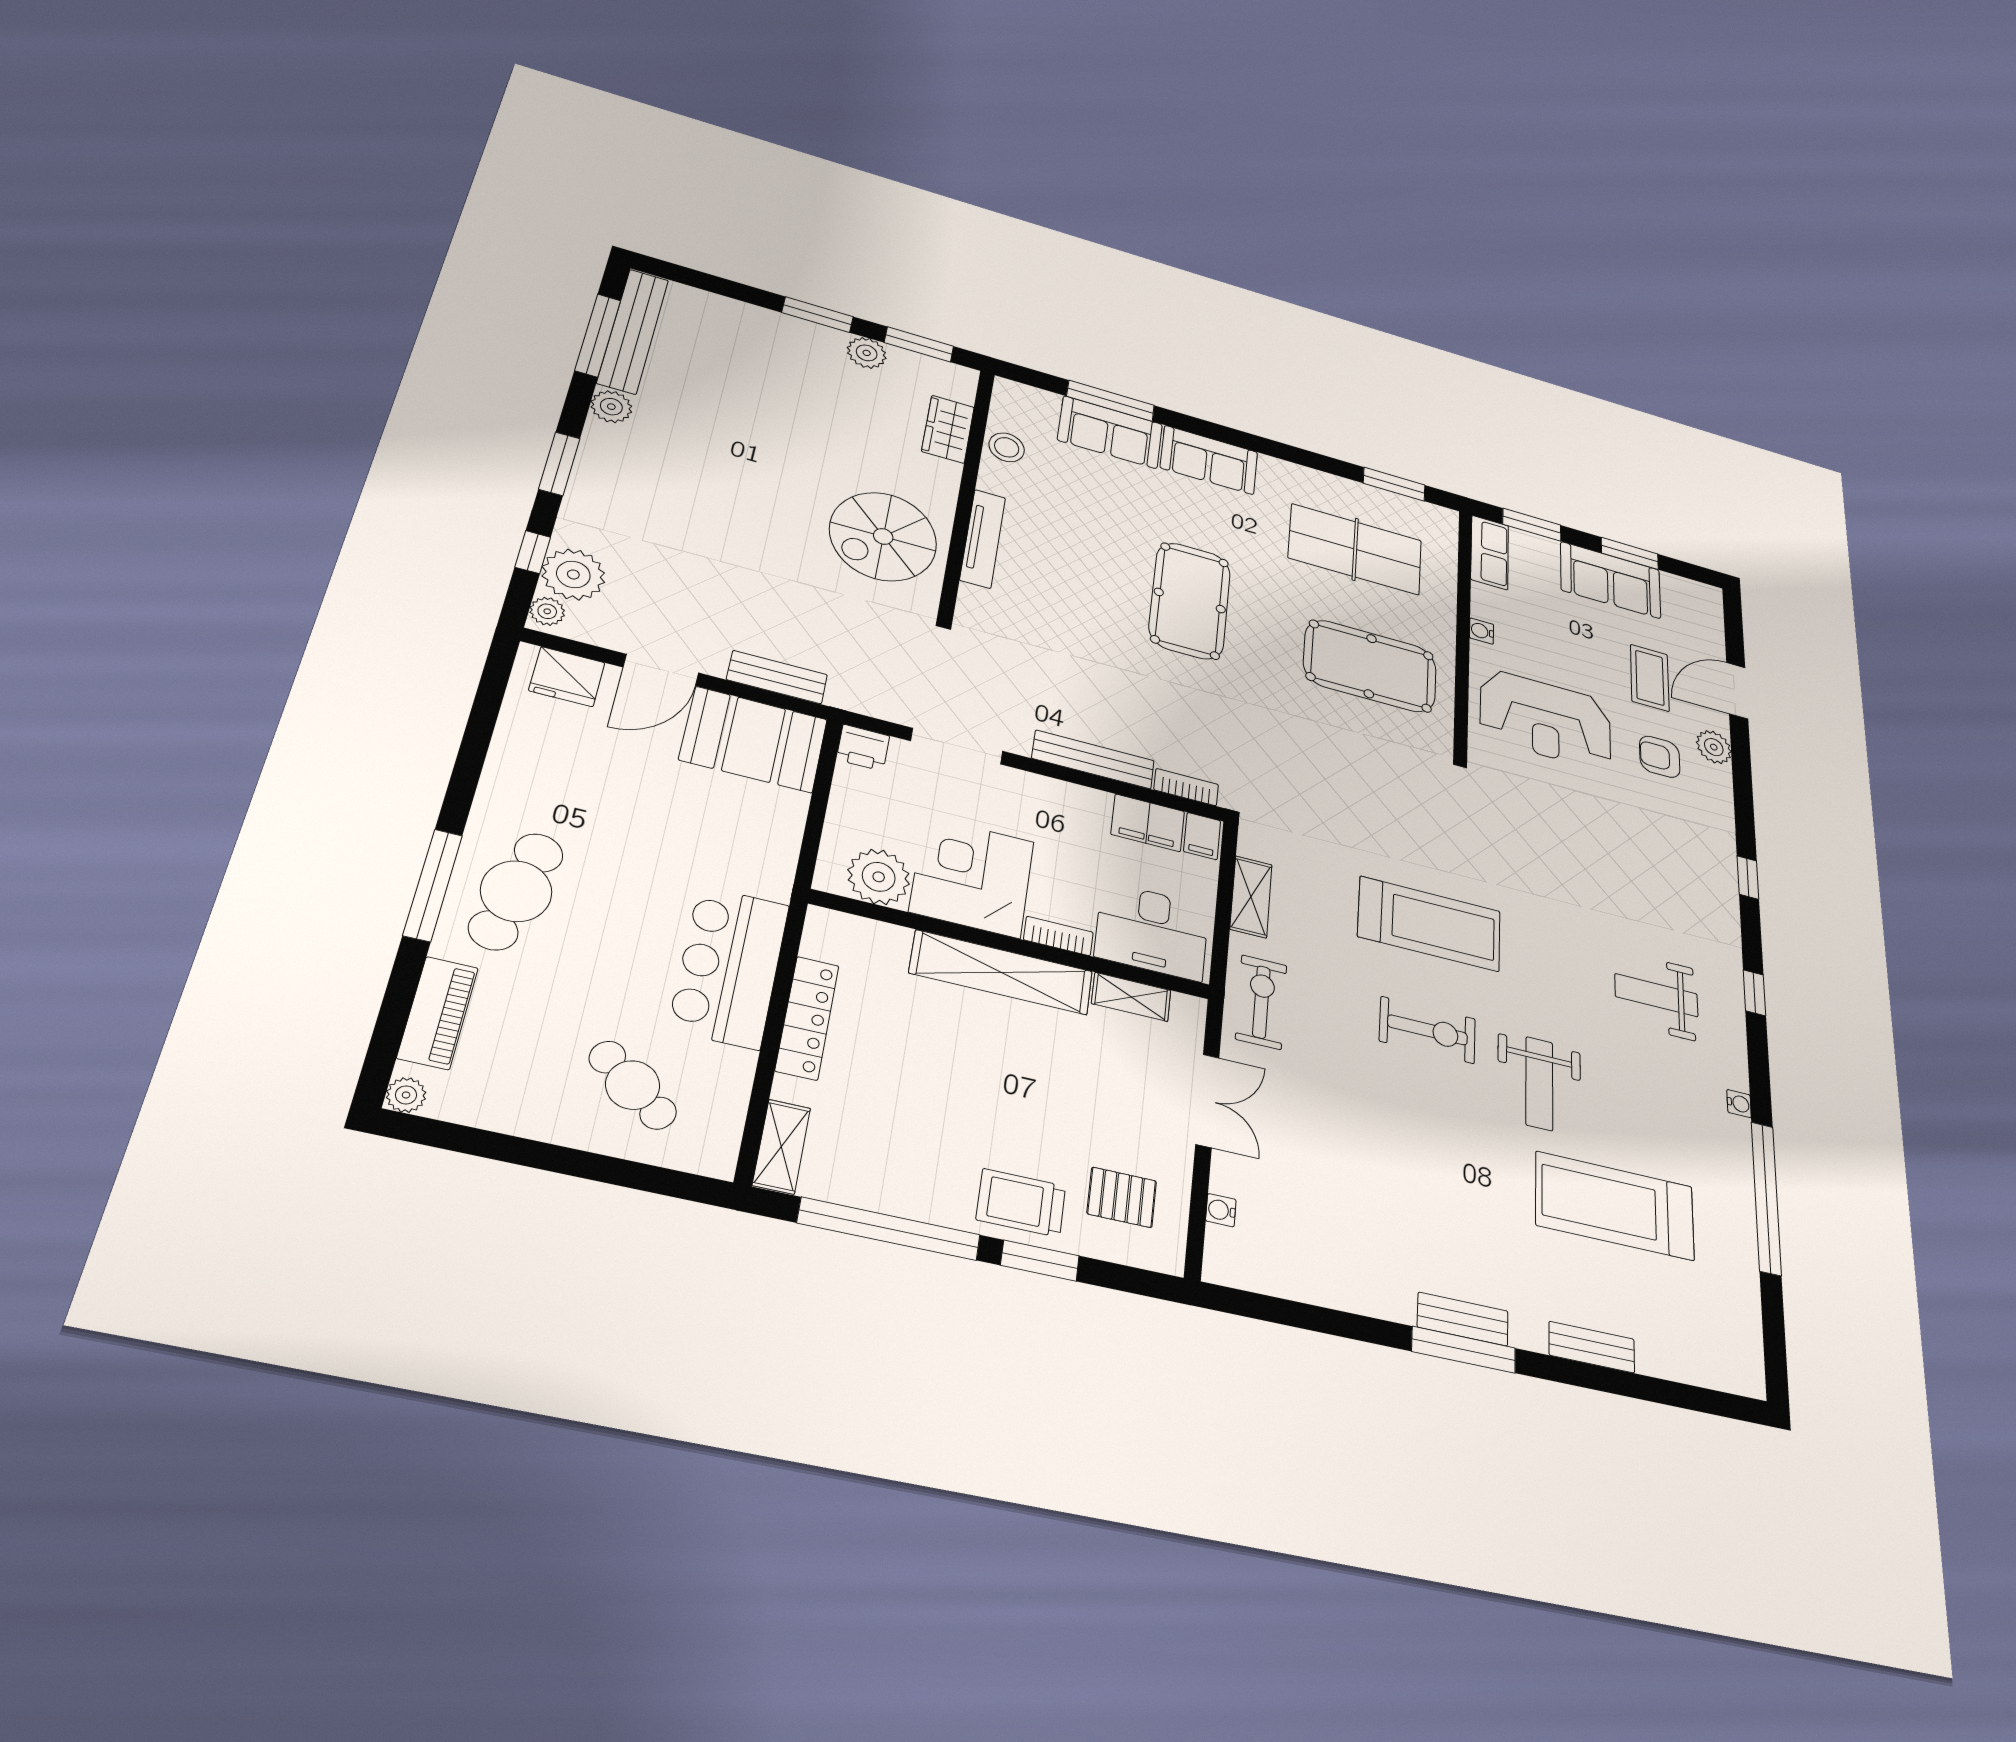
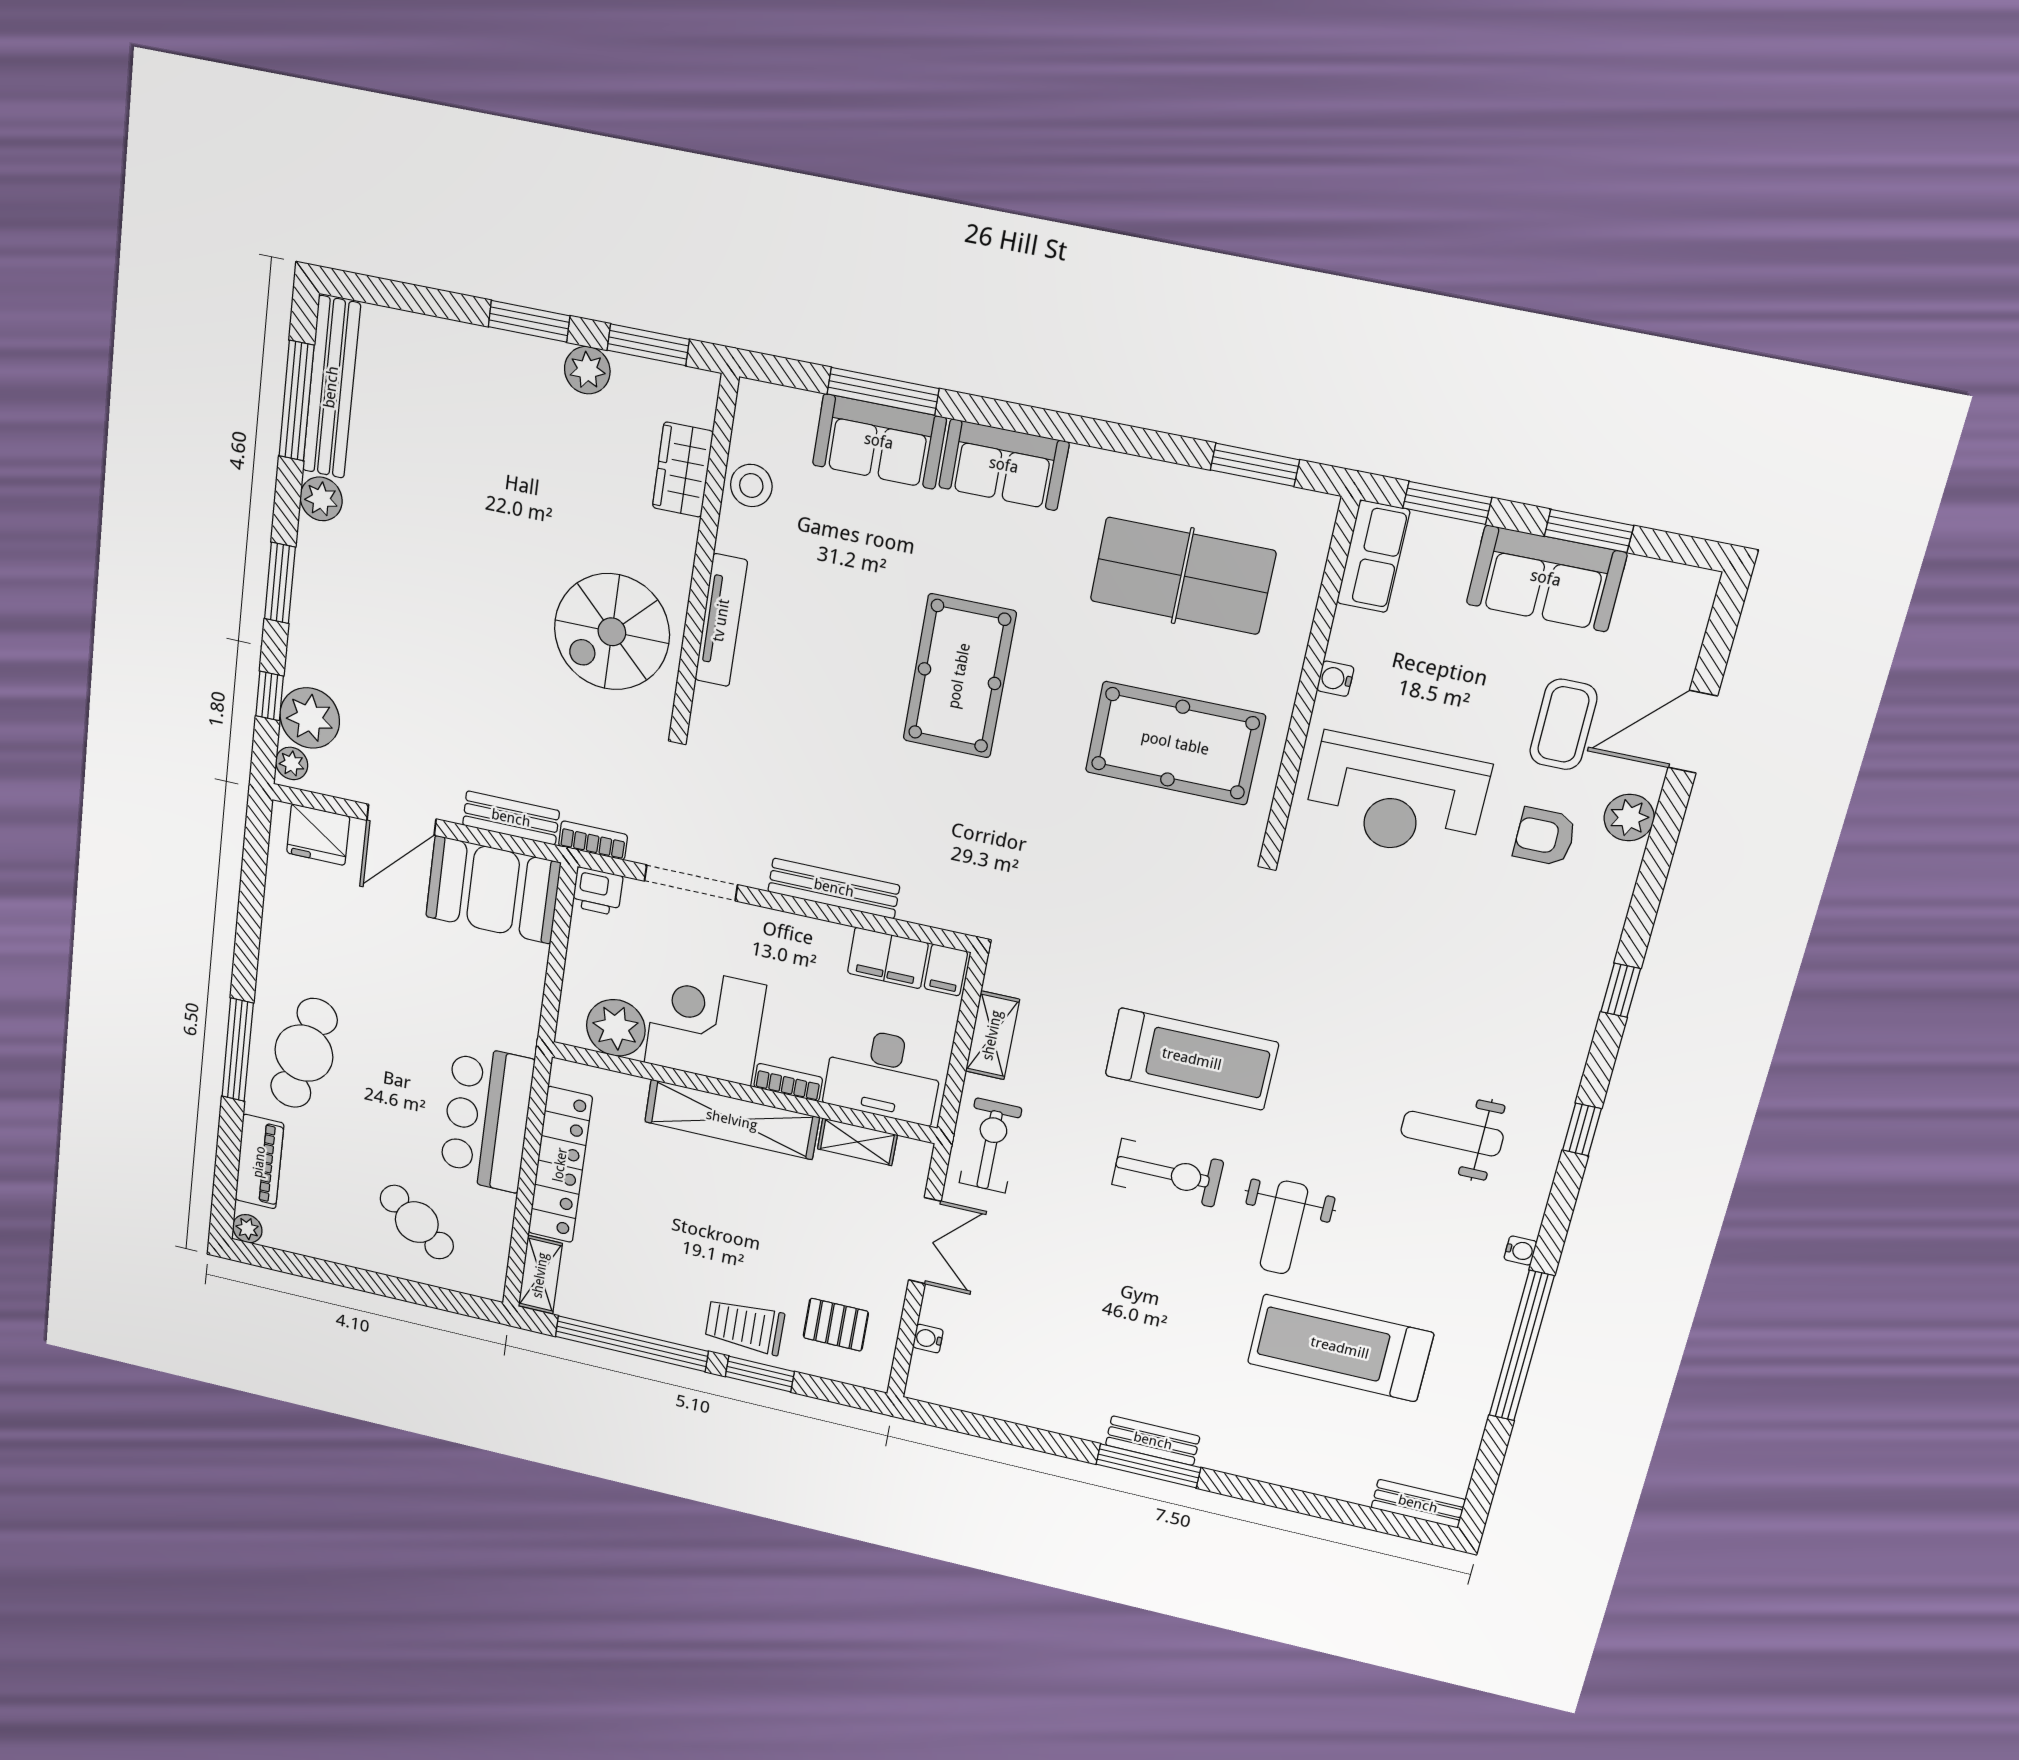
bookcase: (1186, 787) -> (593, 840), moved
locker: (807, 1018) -> (560, 1165), width x1.41, depth x1.21
bench: (1592, 1347) -> (1418, 1504), moved

